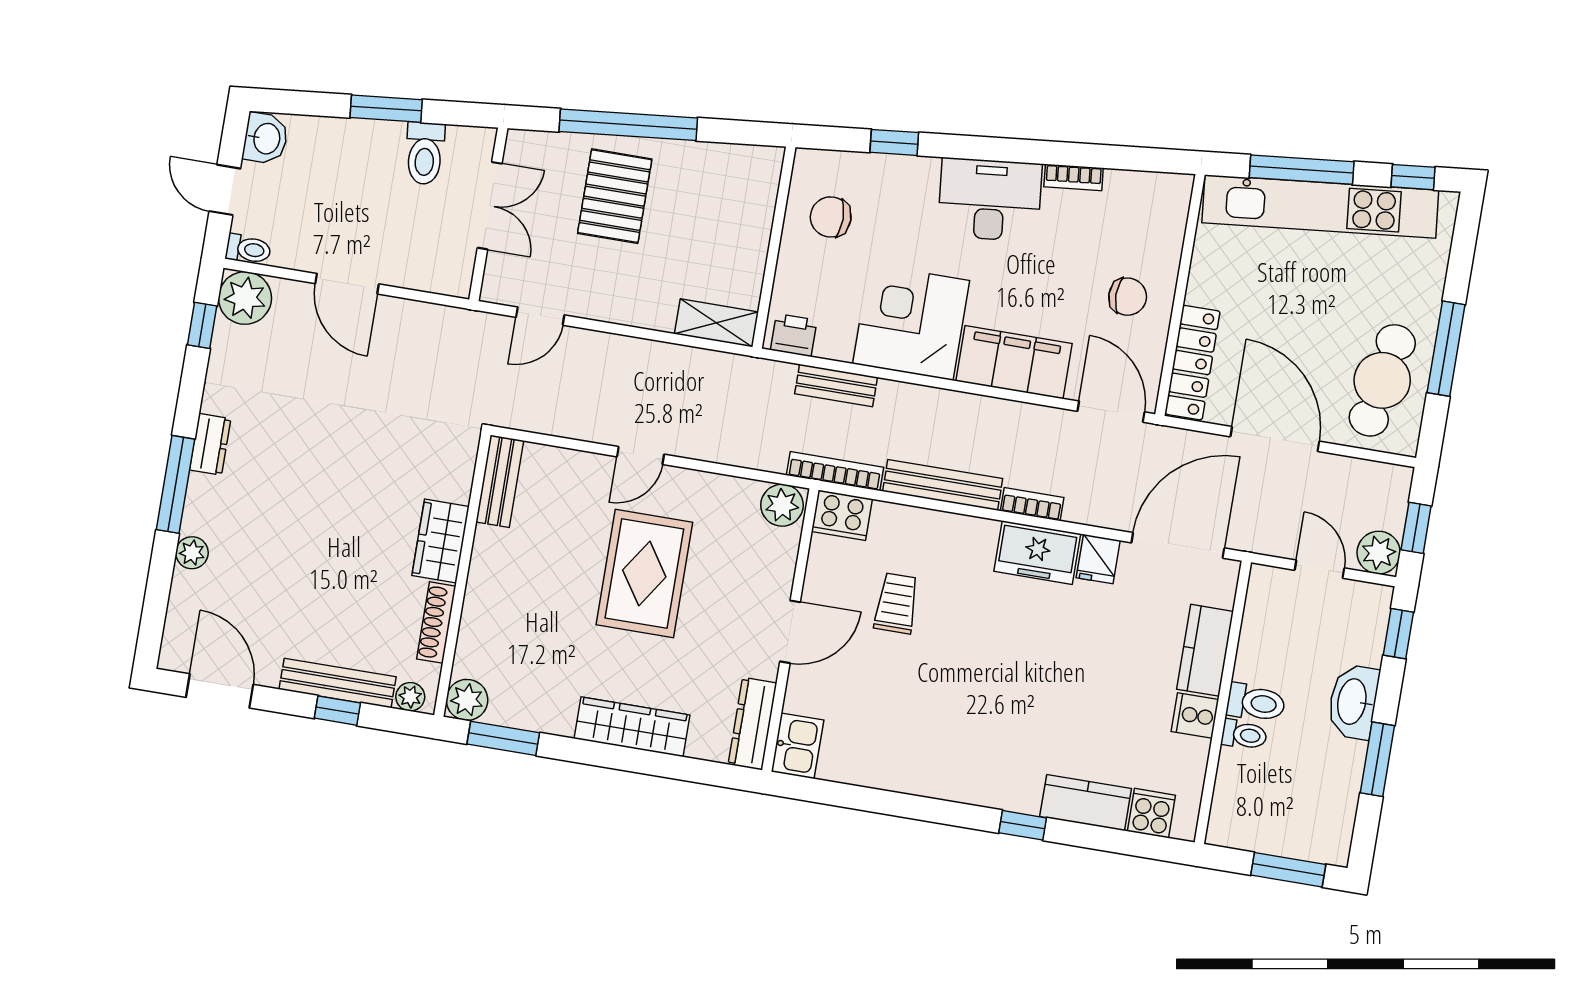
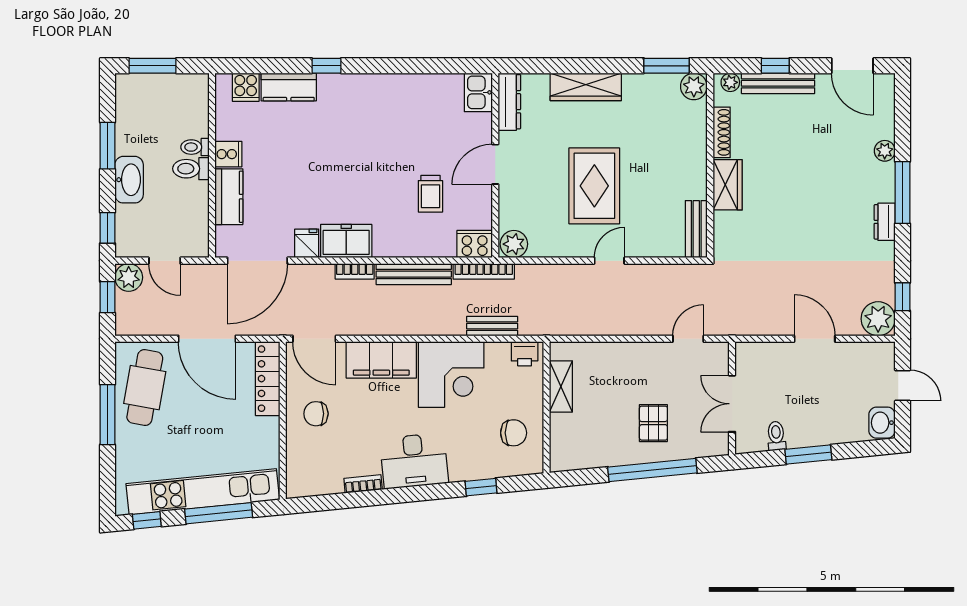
toilet: (425, 153) -> (776, 436), width x0.73, depth x0.72
pallet: (615, 196) -> (653, 423), width x0.67, depth x0.71
toilet: (248, 249) -> (881, 350), removed
shelving: (716, 323) -> (561, 386), moved, turned 90

